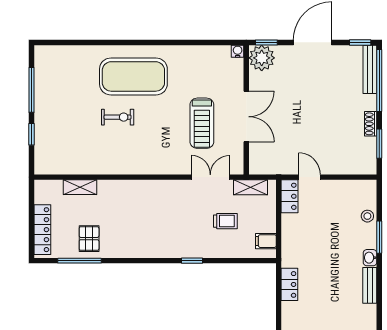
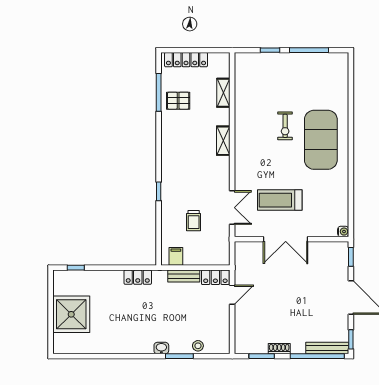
plant: (262, 58) -> (337, 253), removed
shelving: (251, 187) -> (223, 141), moved
bench: (370, 285) -> (184, 276), moved

